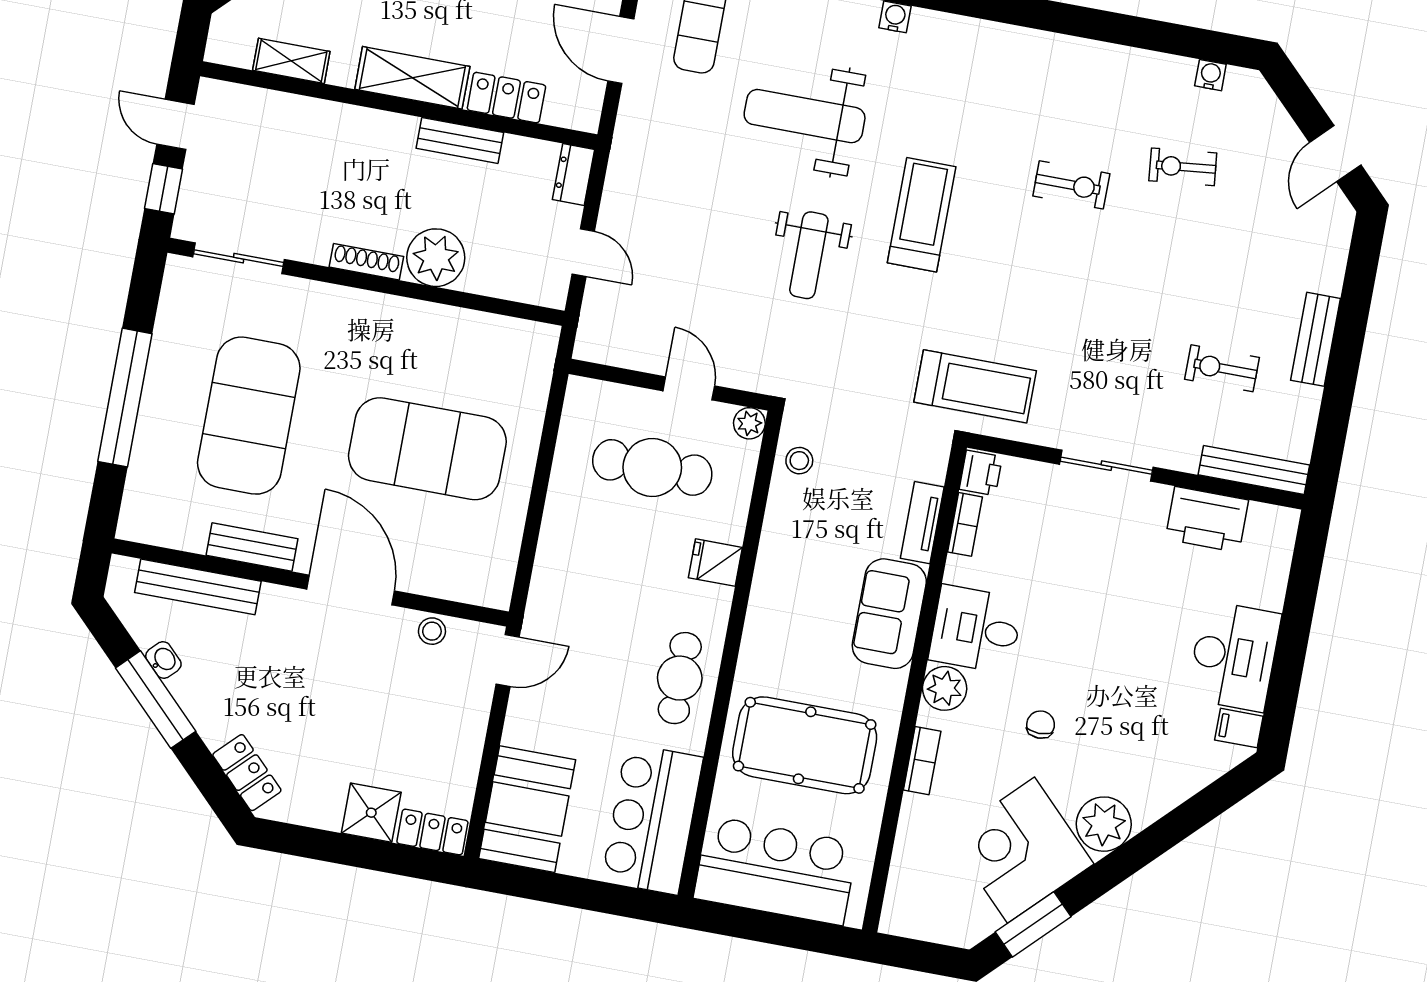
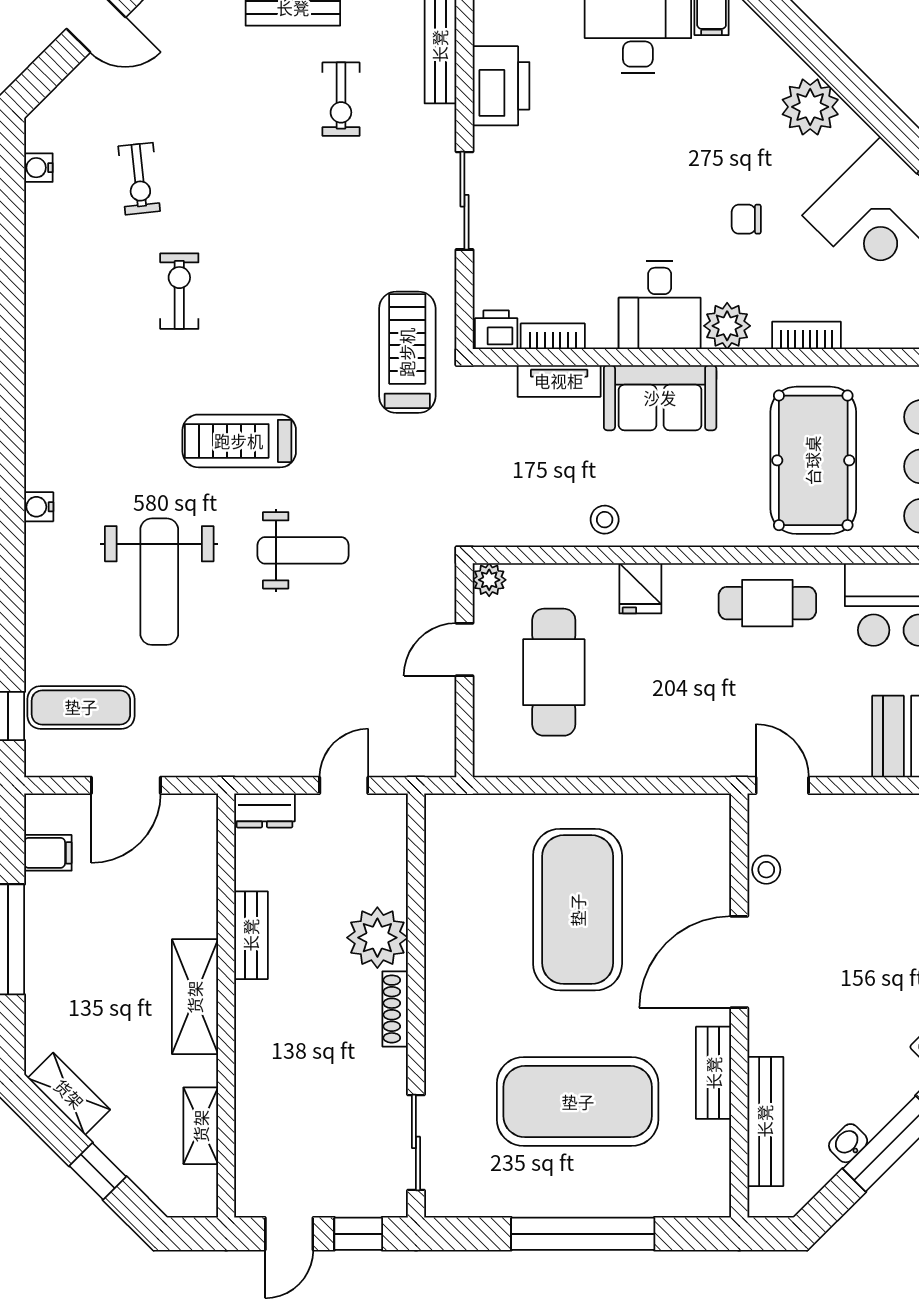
locker: (506, 98) -> (197, 895), removed
stool: (799, 461) -> (605, 520), moved
plant: (1104, 824) -> (810, 107), moved

